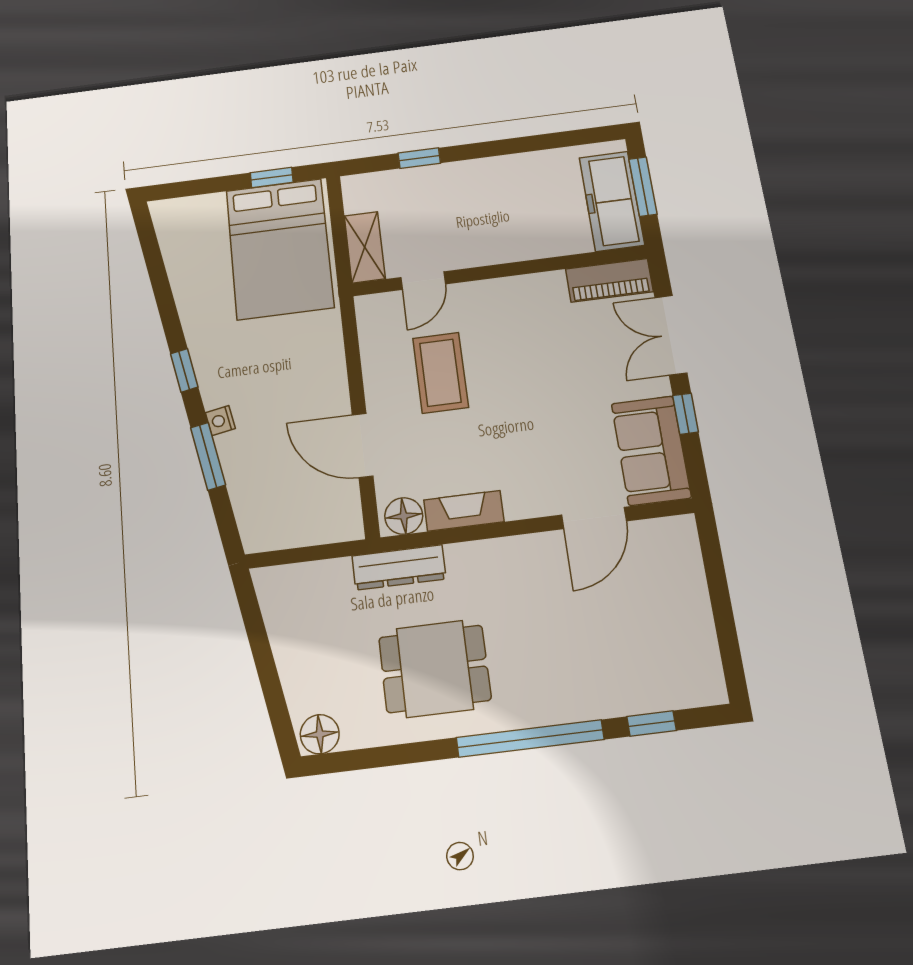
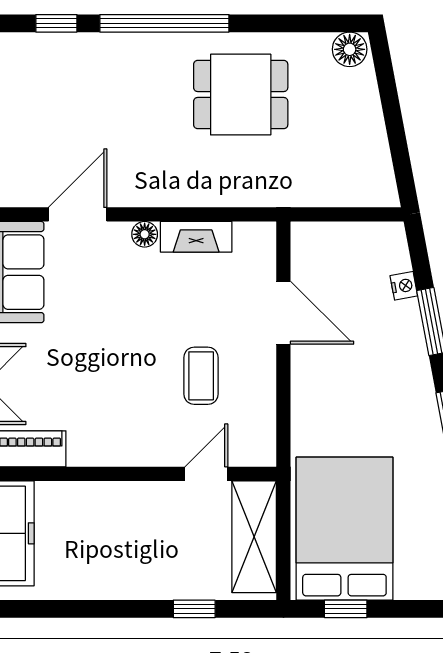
shelving: (365, 247) -> (254, 537), width x1.50, depth x1.33
coffee table: (440, 373) -> (201, 376), width x0.73, depth x0.77
nightstand: (220, 421) -> (404, 286), moved
floor lamp: (404, 516) -> (145, 234), moved, width x0.73, depth x0.73
dresser: (399, 567) -> (262, 191), removed

